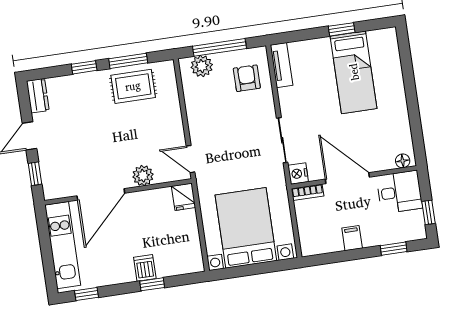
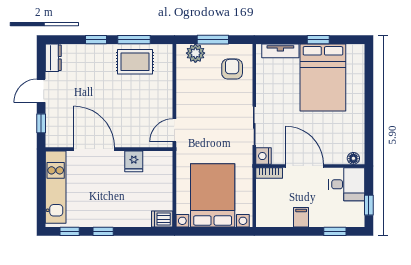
window: (219, 47) -> (213, 40), width x0.69
tv unit: (281, 65) -> (280, 51), moved, turned 90
bed: (354, 72) -> (323, 77), width x1.50
door: (191, 159) -> (174, 130), hinge flipped
plant: (143, 176) -> (132, 138), removed
door: (101, 194) -> (94, 149), swing flipped
fridge: (184, 197) -> (134, 161), moved
dishwasher: (145, 268) -> (162, 219), moved, turned -90
window: (152, 284) -> (103, 231), moved

